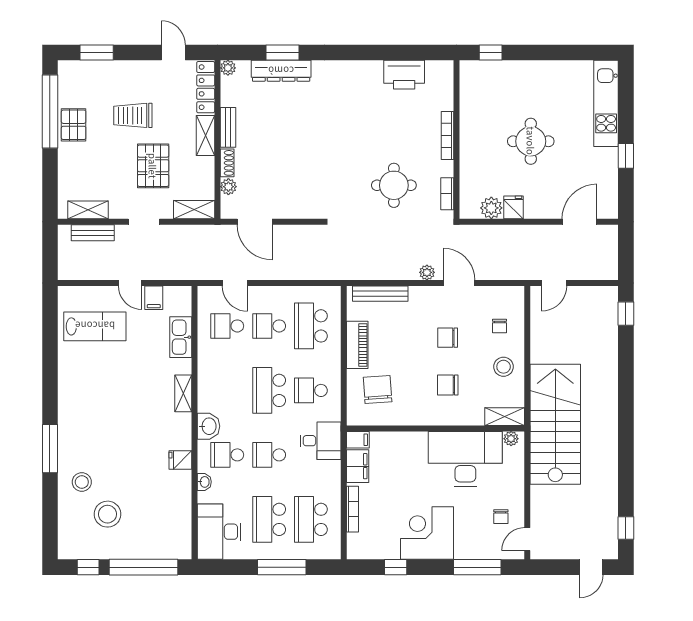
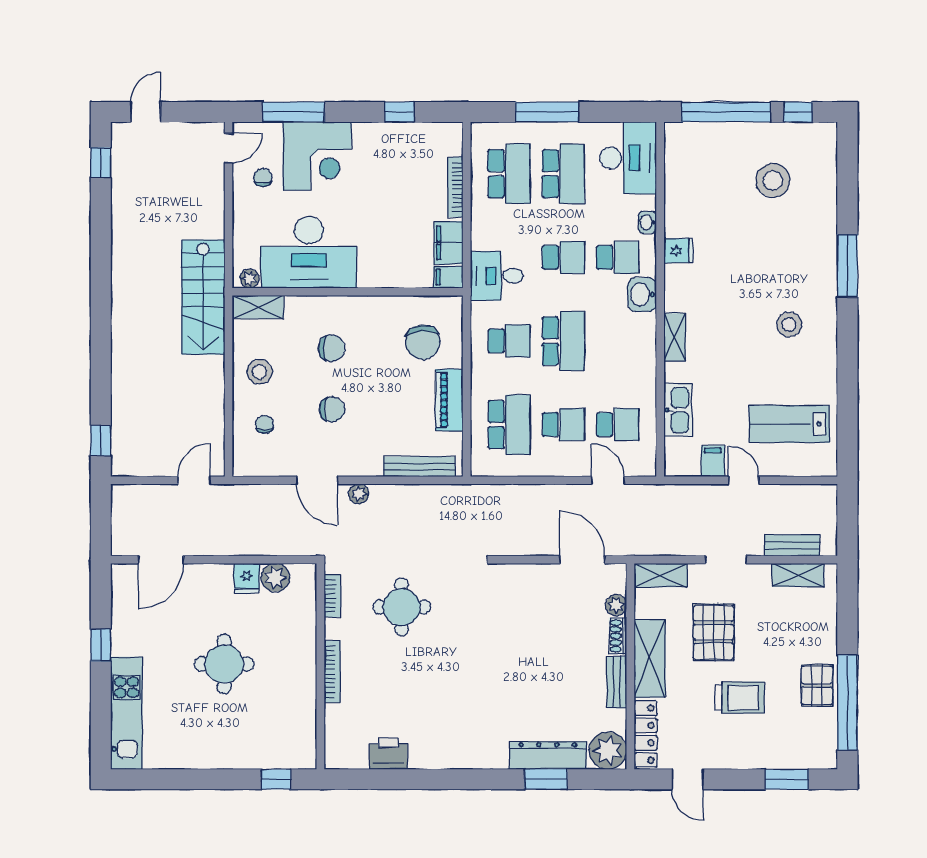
plant: (228, 68) -> (608, 751), width x1.88, depth x1.88
printer: (404, 75) -> (388, 753), width x0.73, depth x0.84
shelving: (206, 136) -> (650, 658), width x1.50, depth x1.33
stairs: (555, 424) -> (203, 297), width x0.73, depth x0.66
stool: (82, 482) -> (789, 325), moved
corner desk: (427, 533) -> (317, 156), moved

